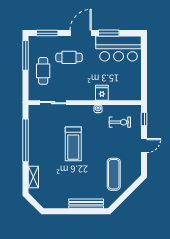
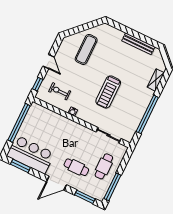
window: (109, 33) -> (20, 166), moved
window: (144, 73) -> (19, 123), added
fridge: (102, 93) -> (63, 124), removed
treadmill: (73, 144) -> (108, 92), turned 180
door: (144, 145) -> (49, 61), swing flipped
bench: (86, 204) -> (138, 44), moved

